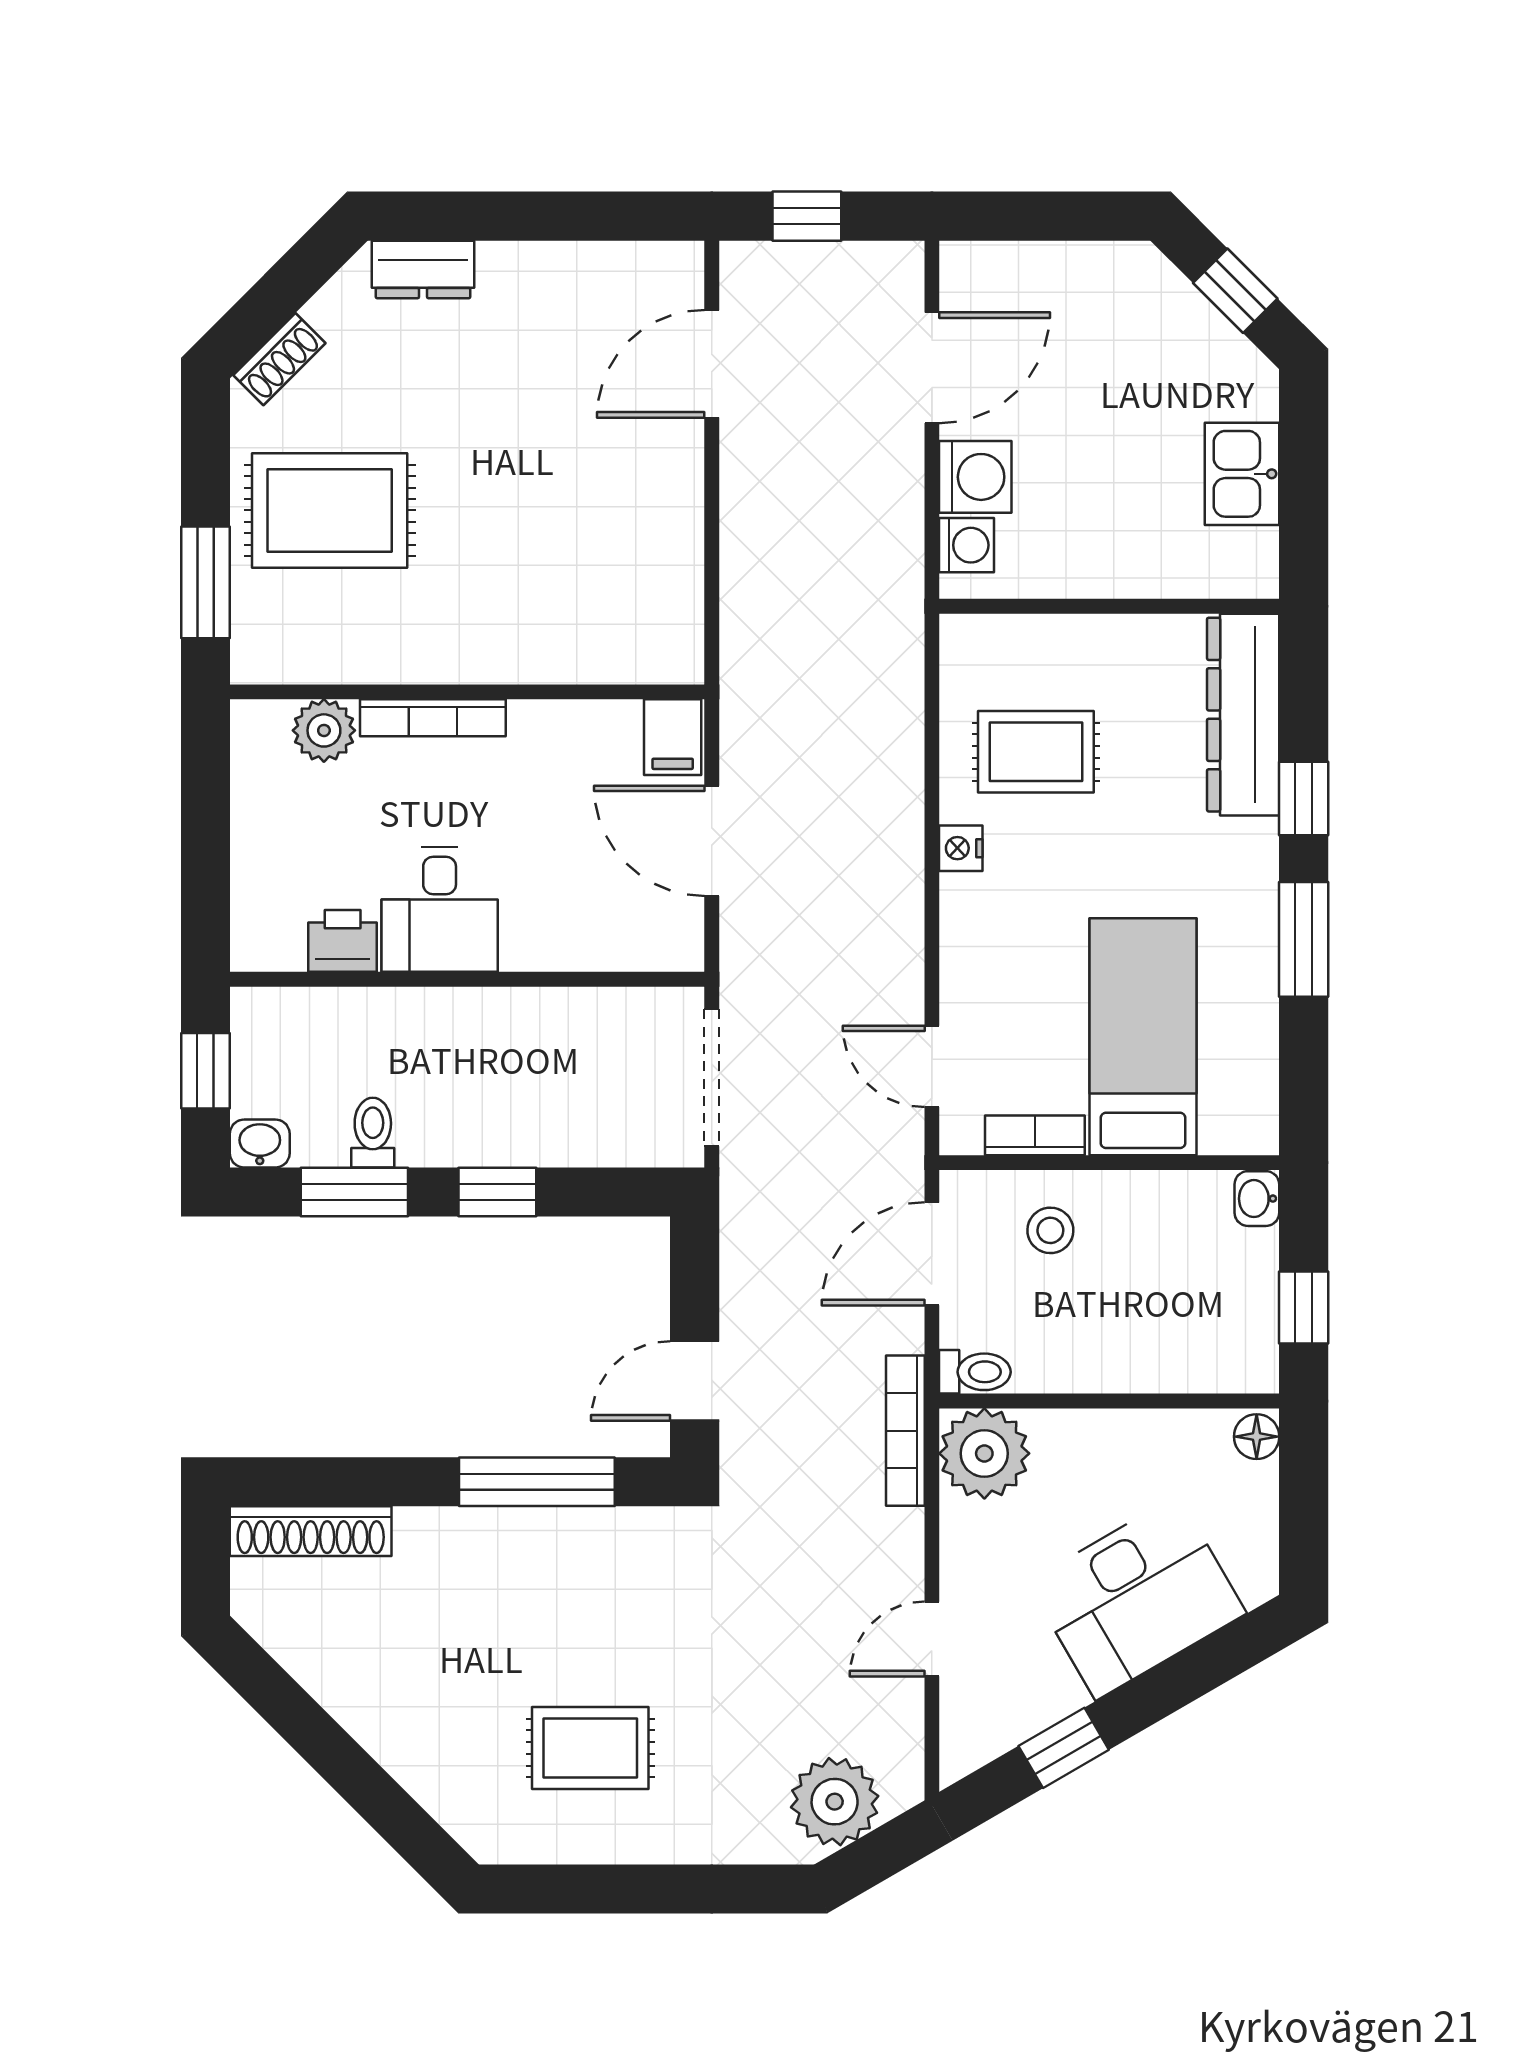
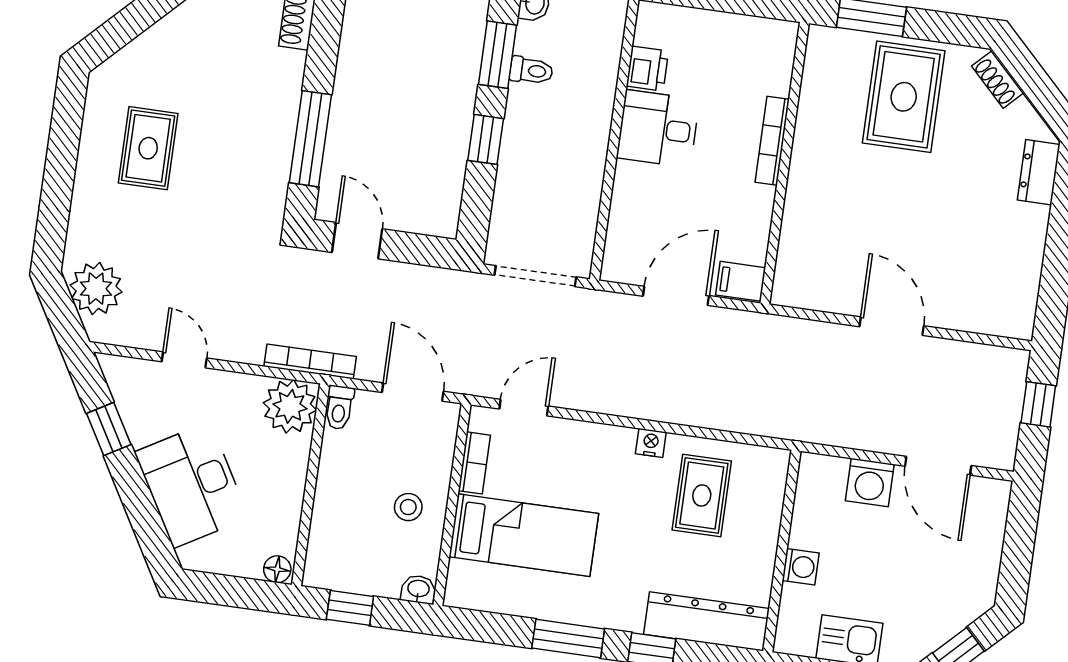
door: (712, 364) -> (892, 326), moved
washing machine: (966, 545) -> (801, 567), moved, turned -90
plant: (324, 730) -> (774, 75), removed
stool: (1050, 1230) -> (408, 507), moved

